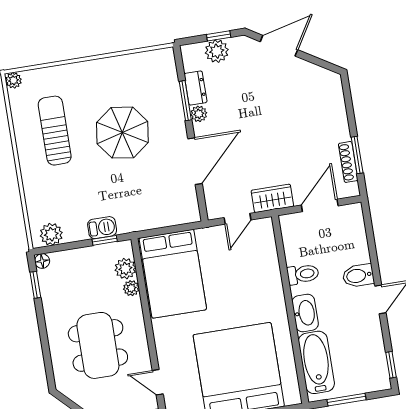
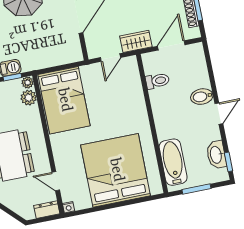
toilet: (303, 274) -> (157, 81), moved
plant: (131, 288) -> (28, 82), moved
washbasin: (305, 313) -> (216, 155), moved, turned 180

